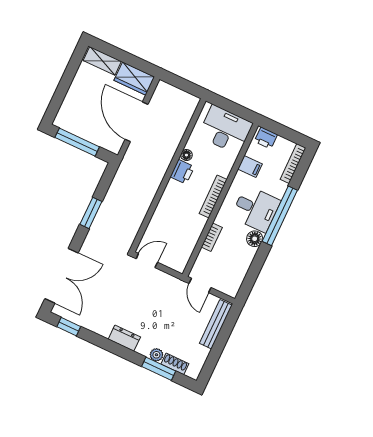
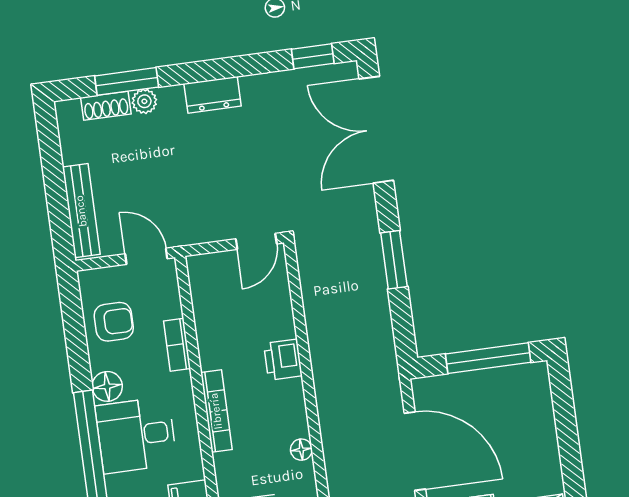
printer: (182, 172) -> (283, 360), moved
armchair: (233, 266) -> (114, 322), added

